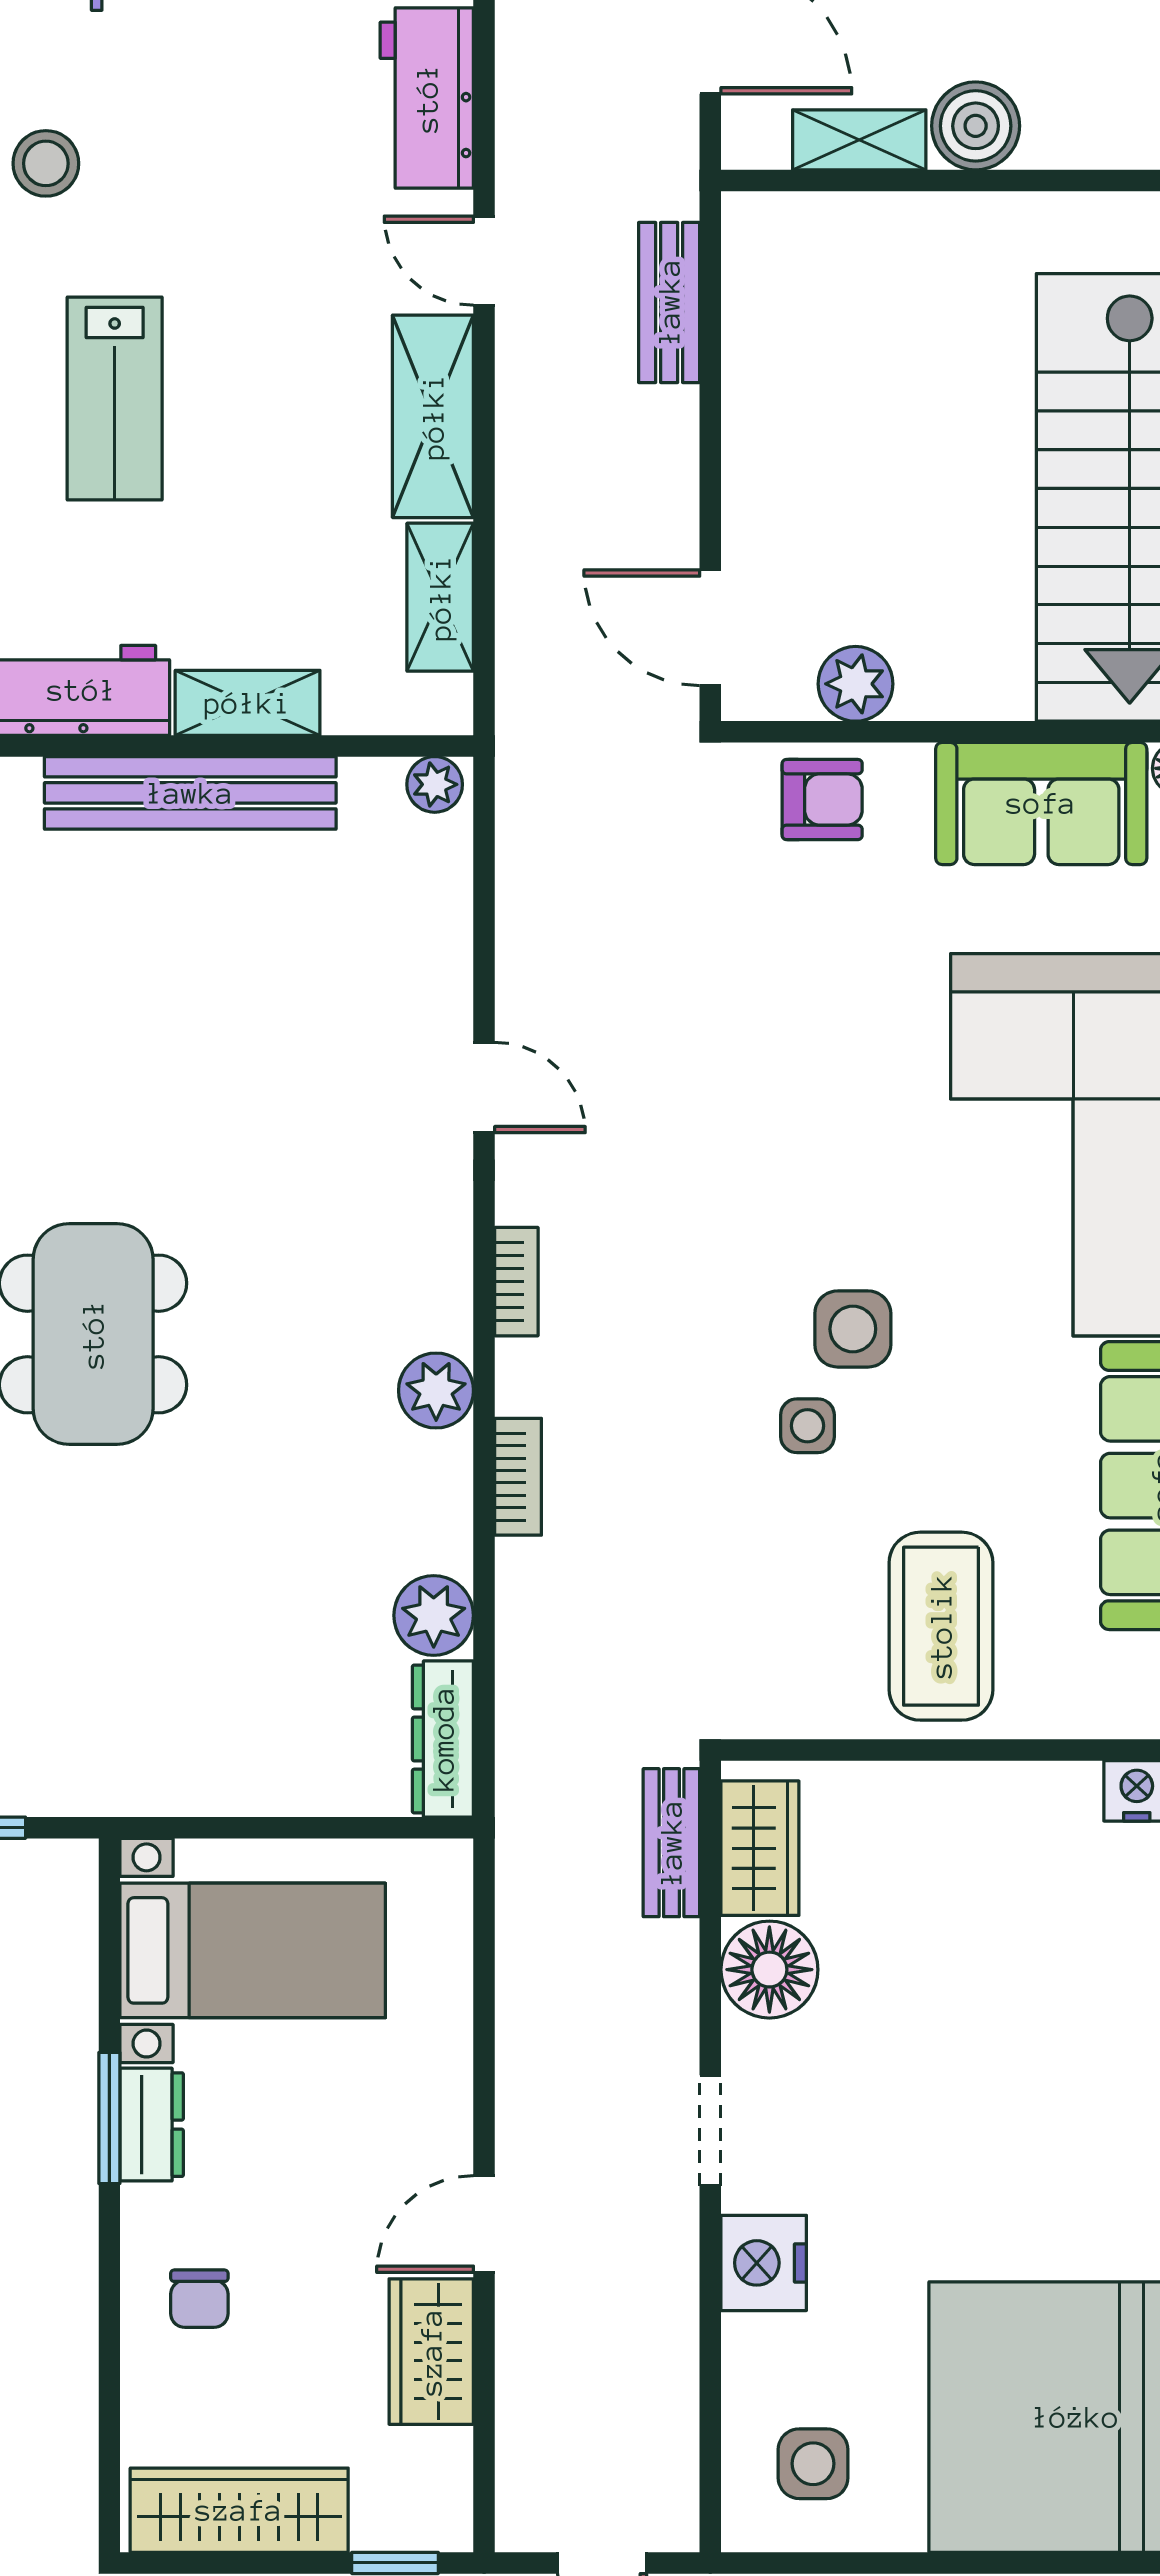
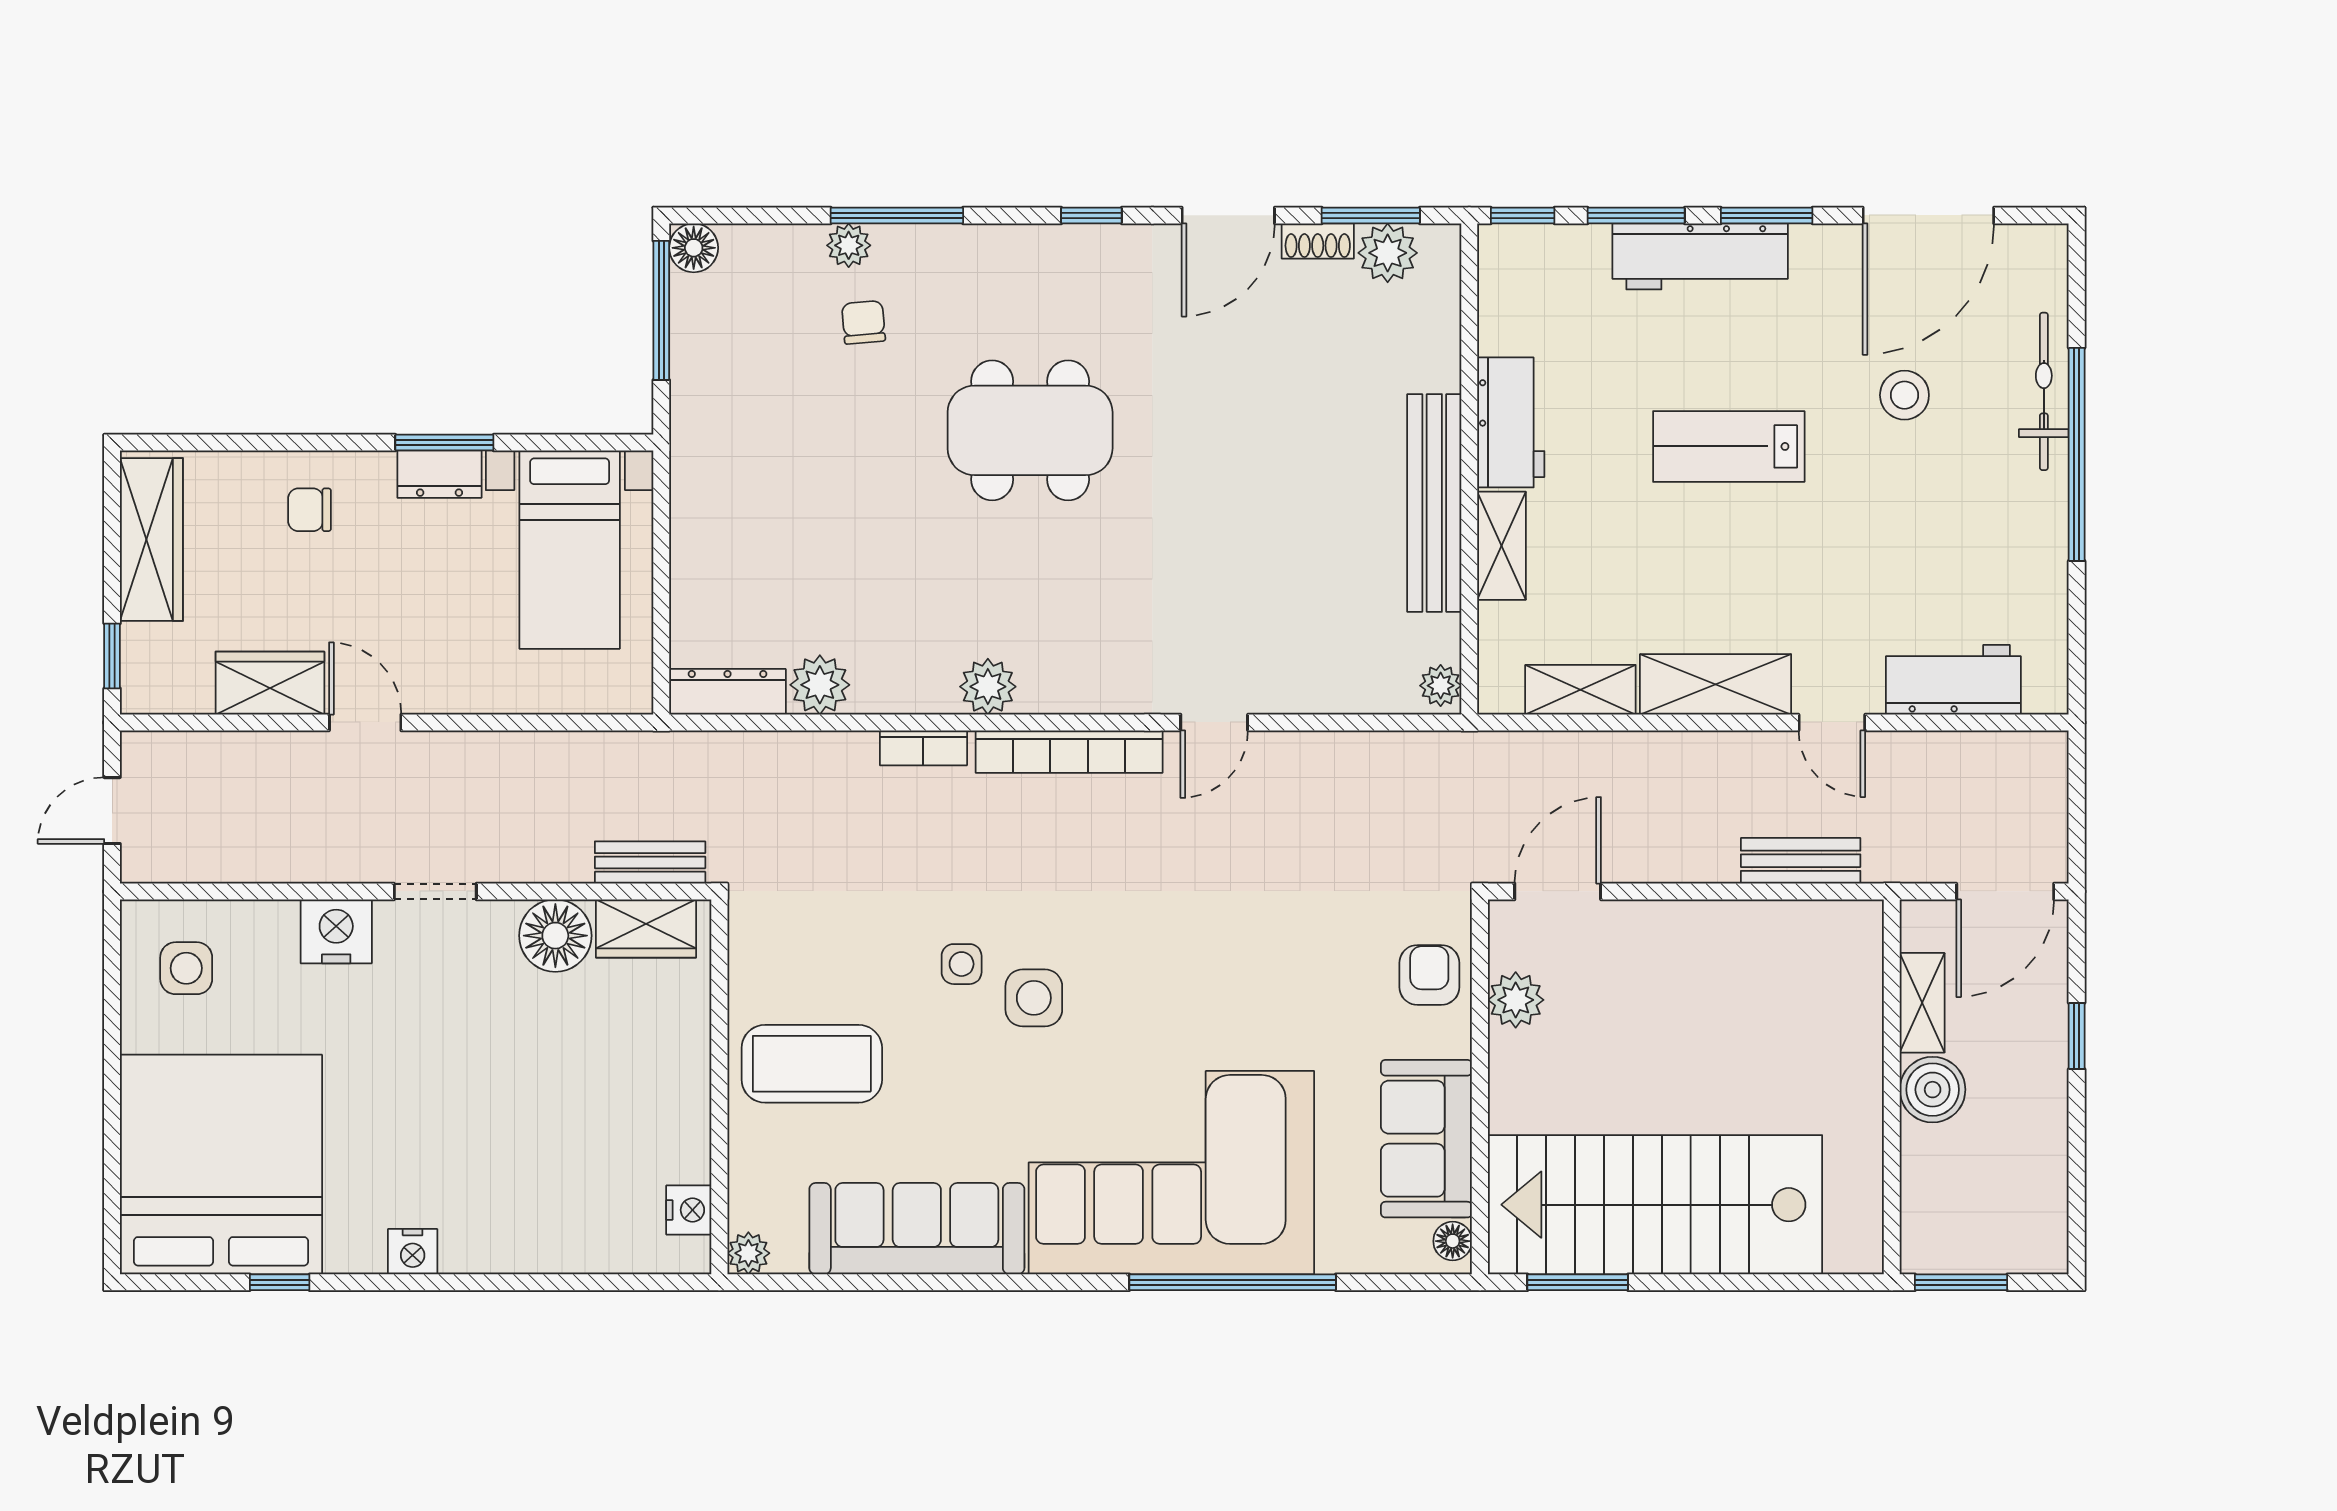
door: (484, 261) -> (1832, 722), swing flipped
armchair: (822, 800) -> (1429, 975), turned 180
bookcase: (516, 1282) -> (1069, 752), width x2.31, depth x1.31

